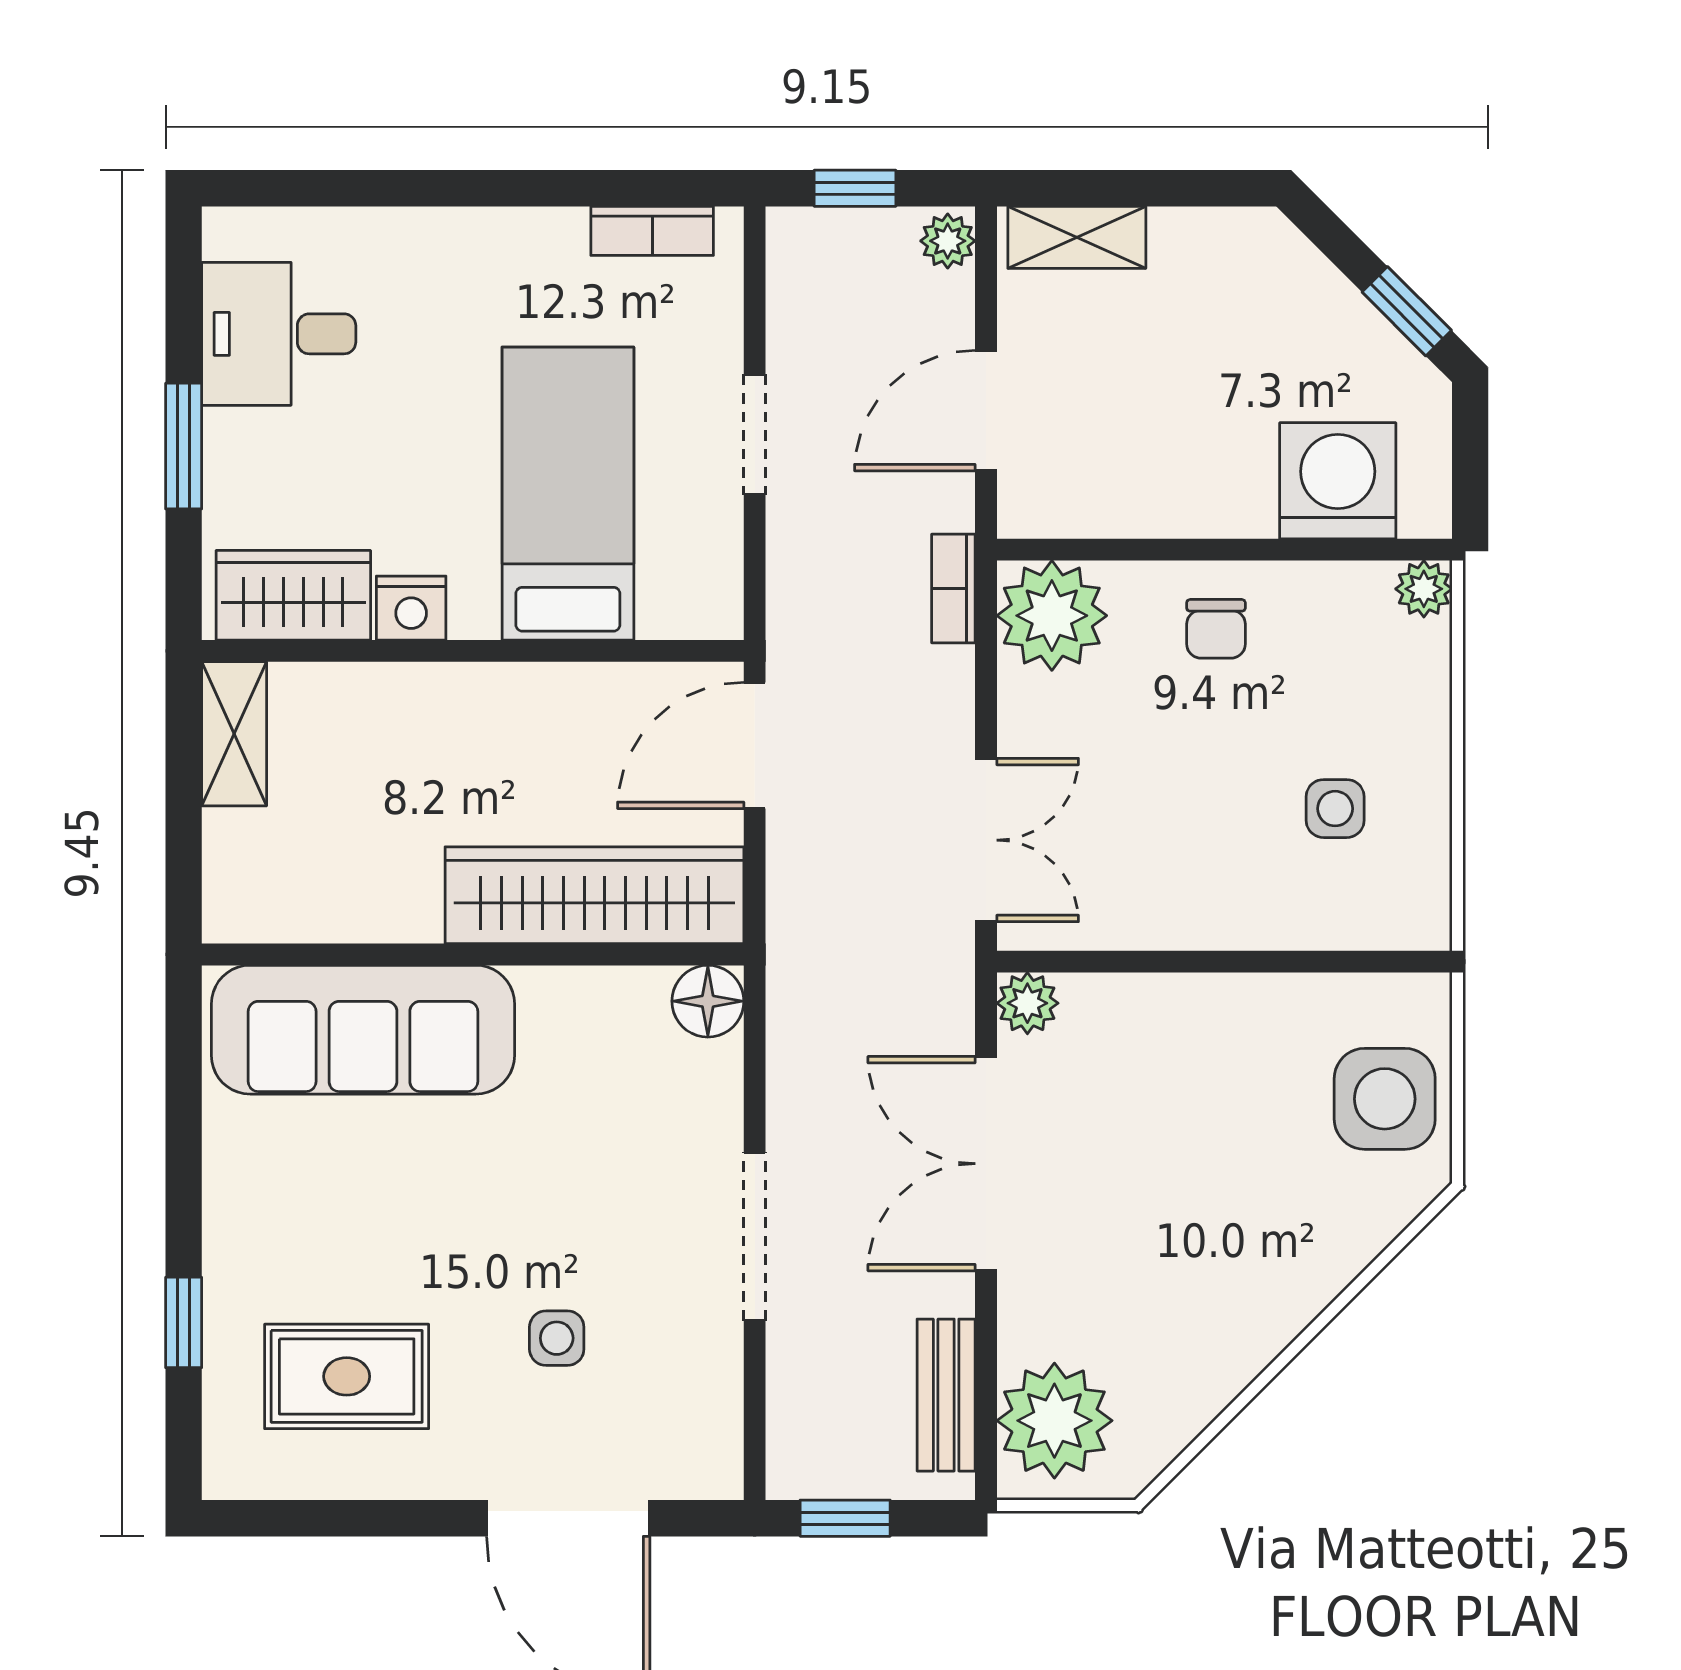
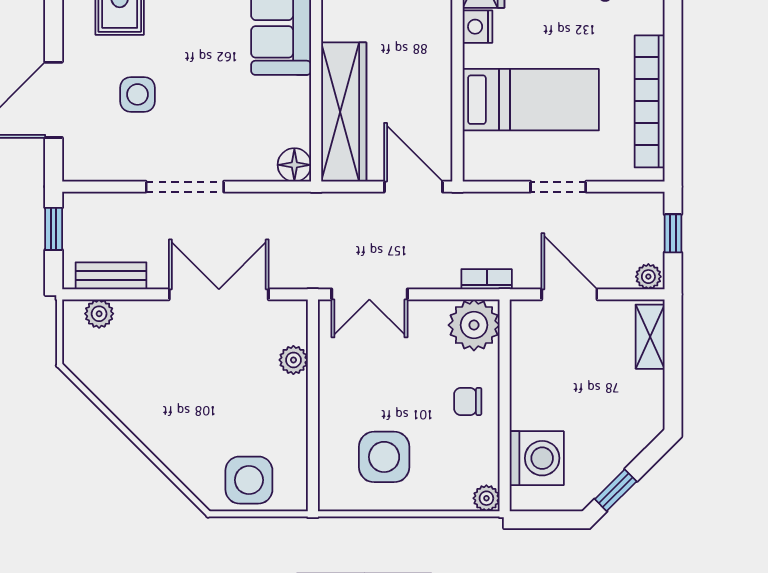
bookcase: (652, 231) -> (650, 101), width x2.31, depth x1.31
side table: (1335, 809) -> (384, 457), width x1.87, depth x1.87
plant: (1027, 1003) -> (293, 360), moved
side table: (557, 1338) -> (137, 94), width x1.37, depth x1.37
plant: (1054, 1421) -> (99, 314), width x0.53, depth x0.53

